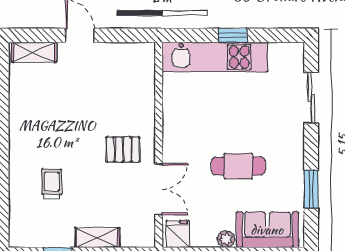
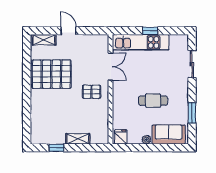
pallet: (48, 117) -> (51, 74), added
trolley: (52, 184) -> (53, 110), removed
double door: (159, 189) -> (111, 67), moved

